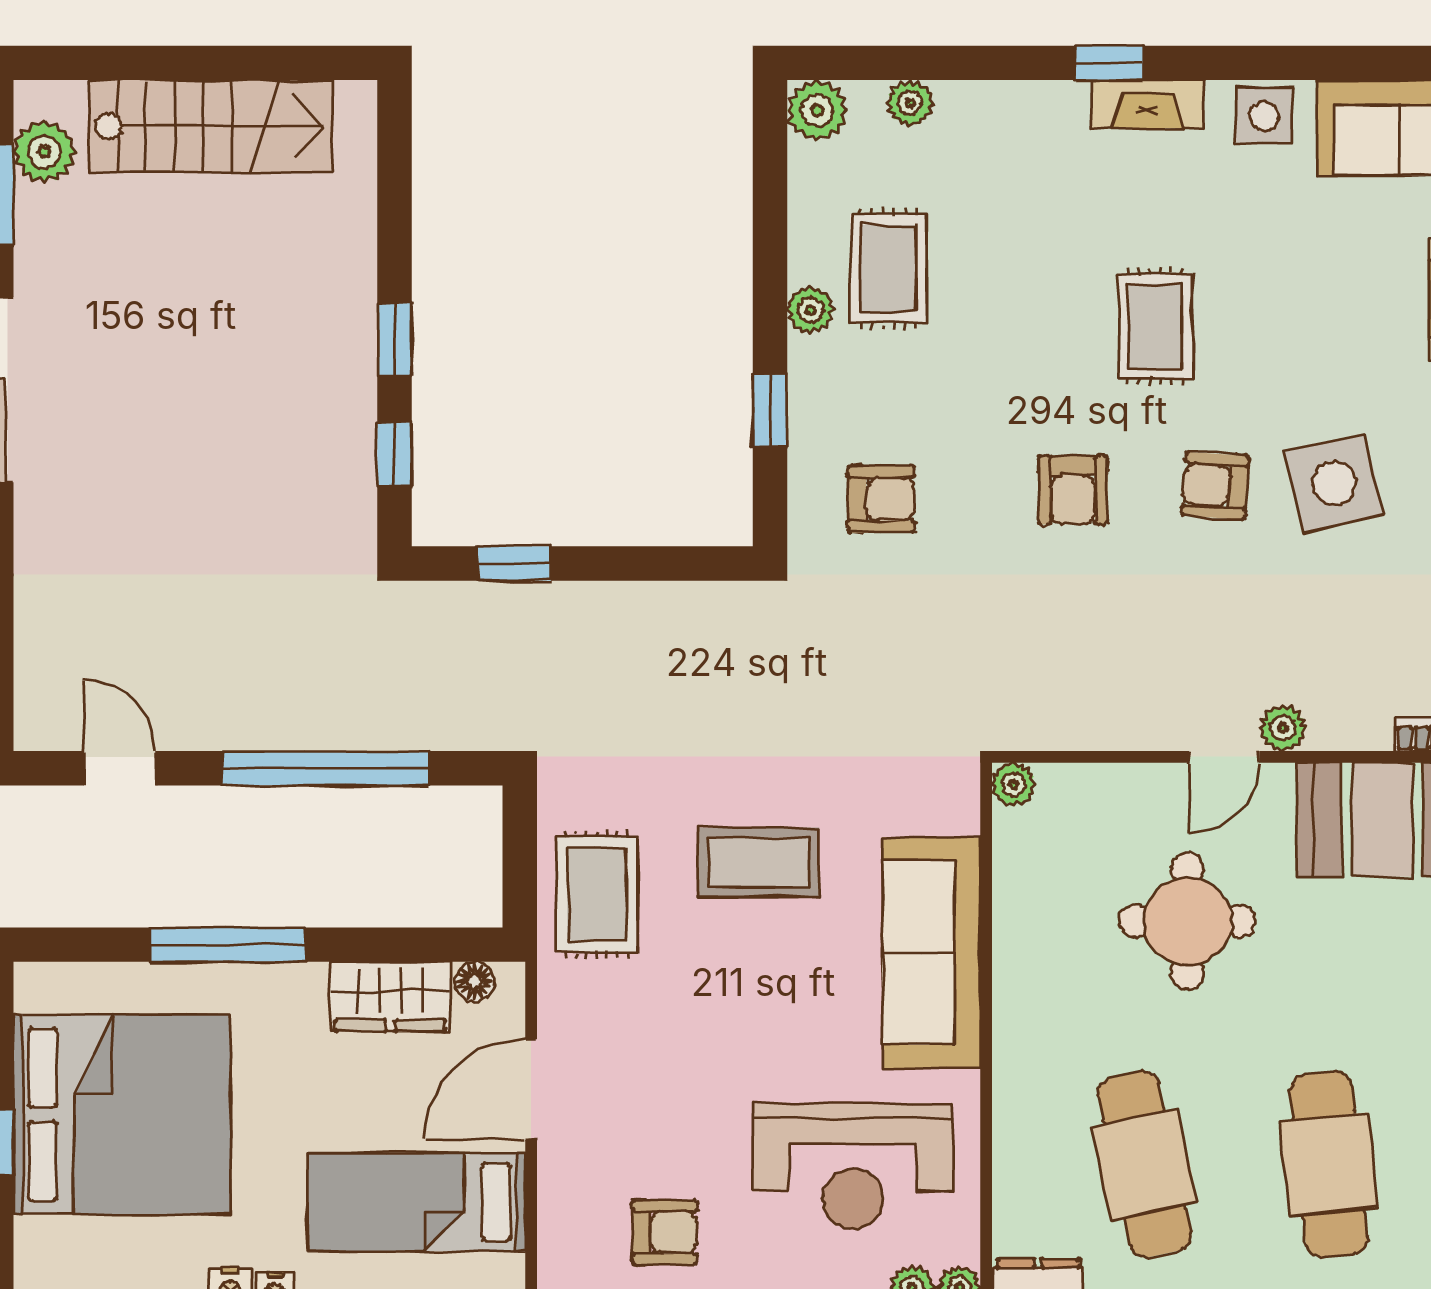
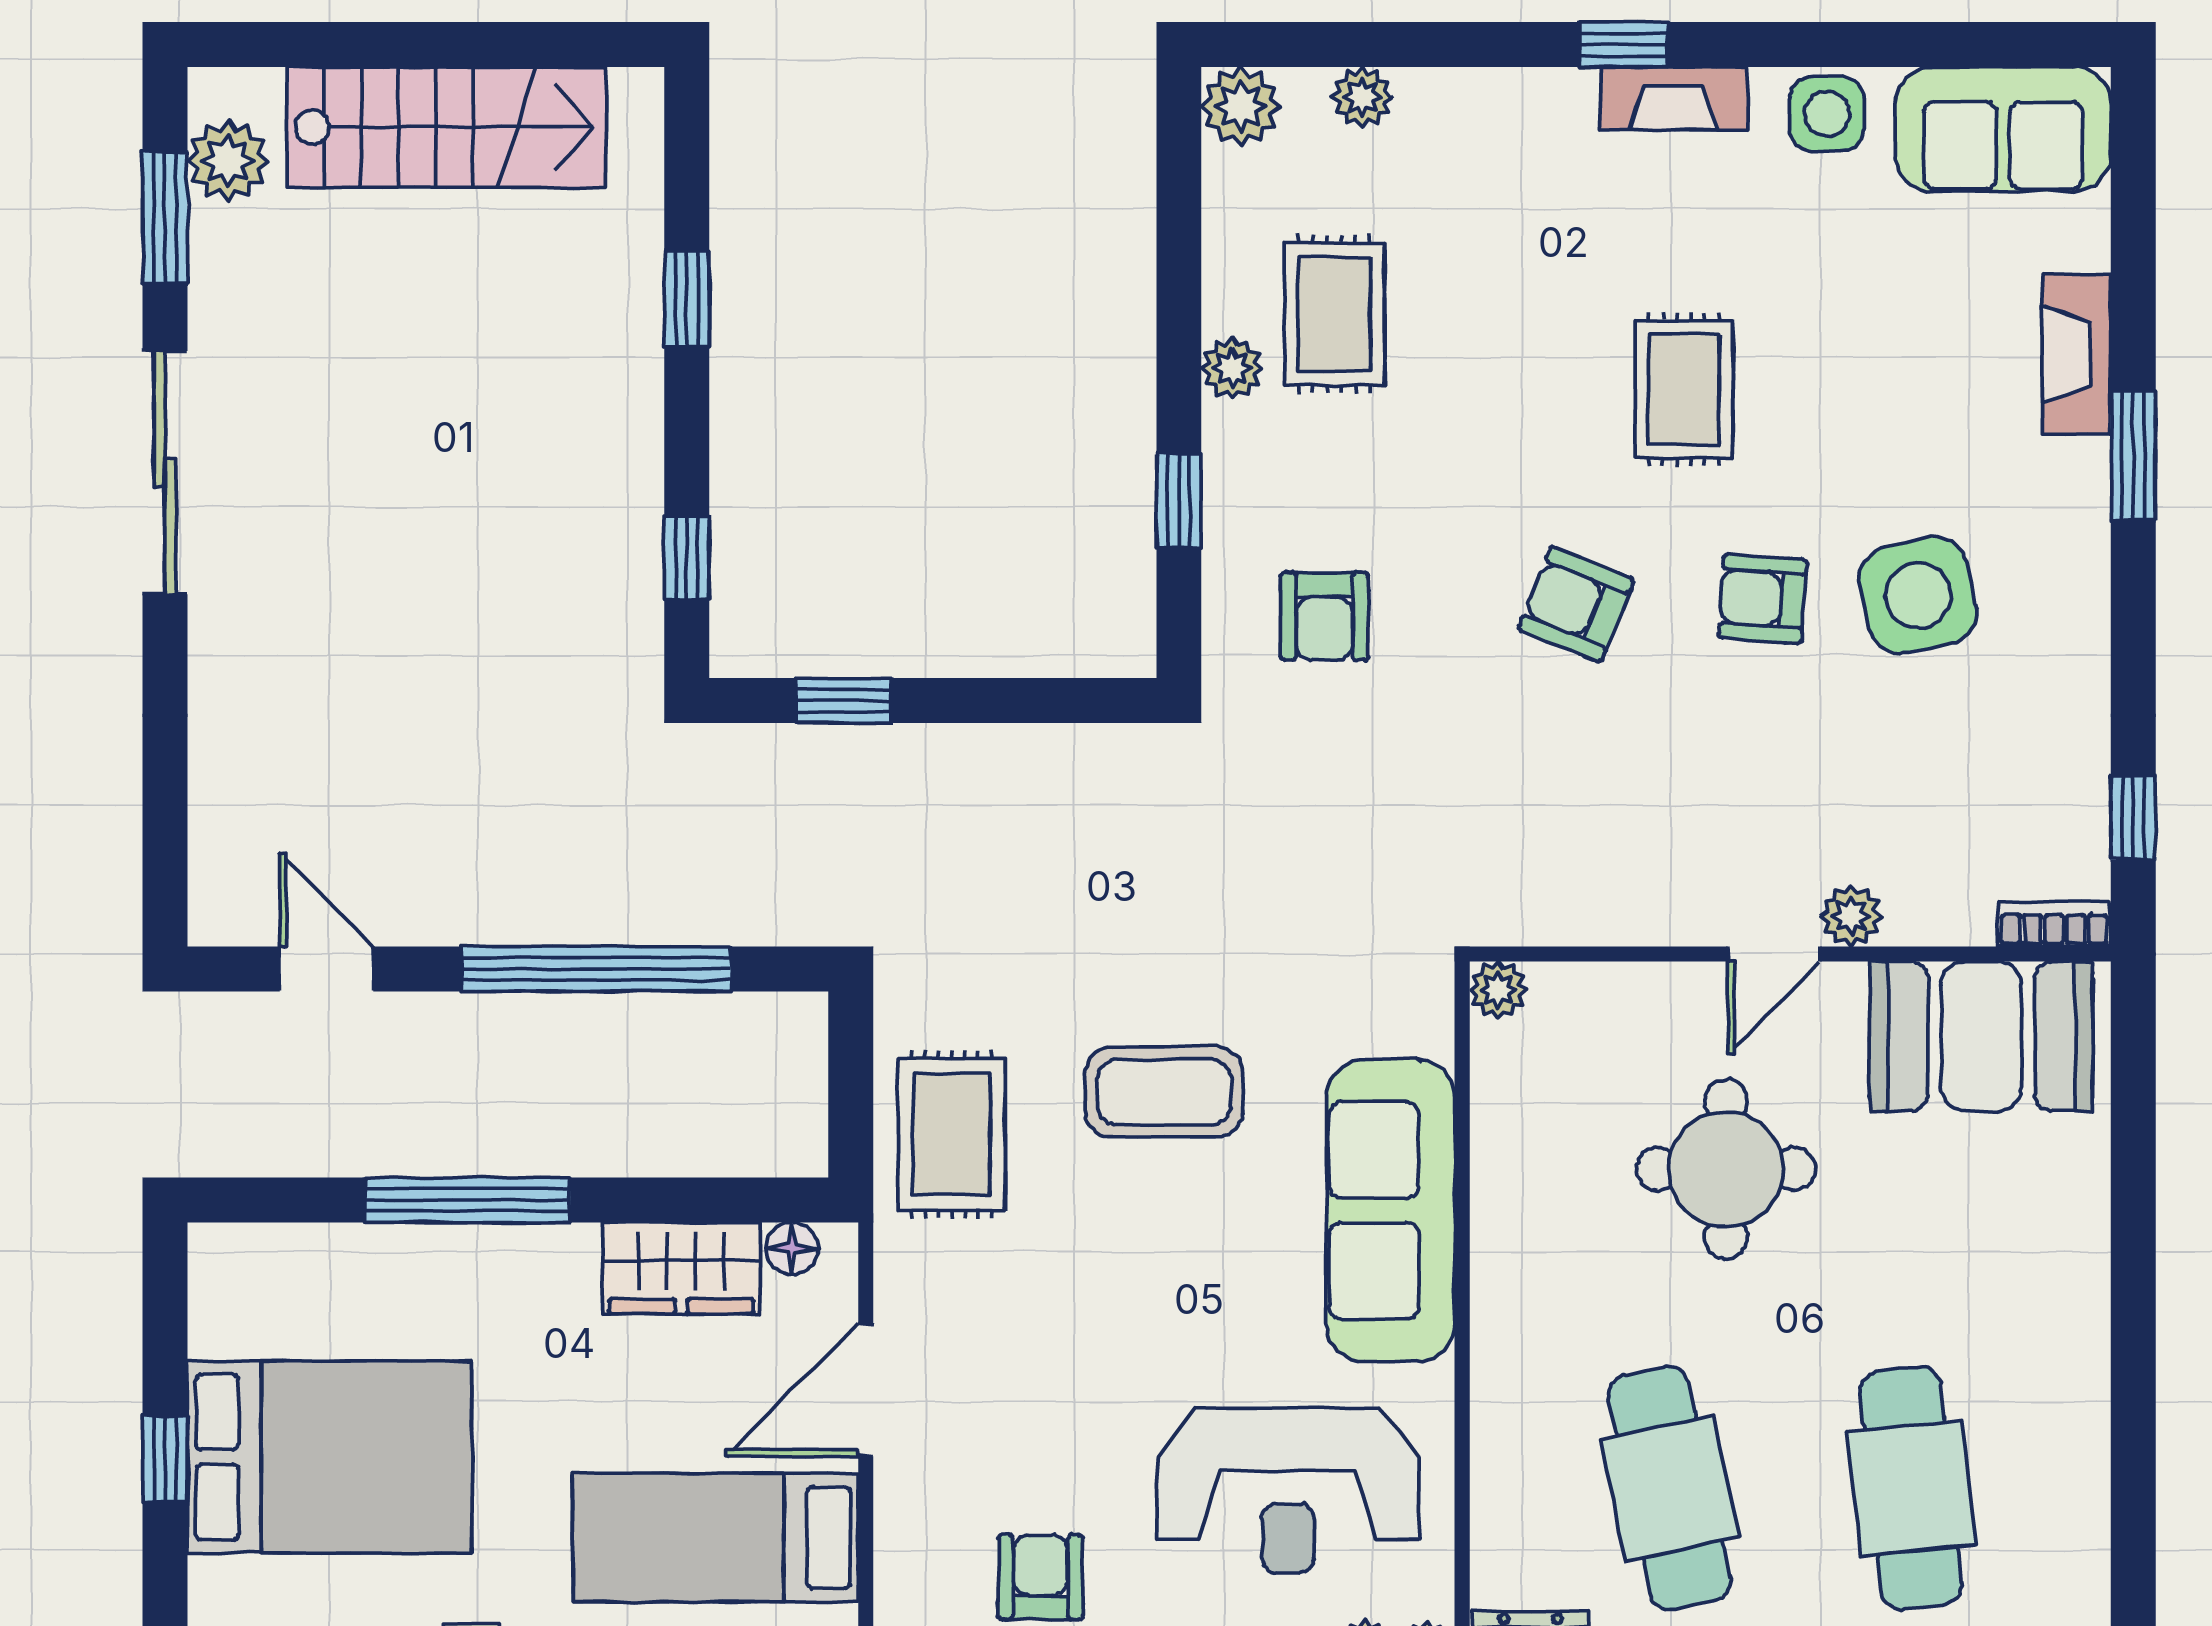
window: (395, 340) -> (687, 299), moved
armchair: (1073, 490) -> (1576, 604), turned 112
armchair: (881, 499) -> (1324, 616), turned 90
bed: (122, 1114) -> (329, 1457), width x0.73
armchair: (664, 1232) -> (1041, 1577), turned -90

